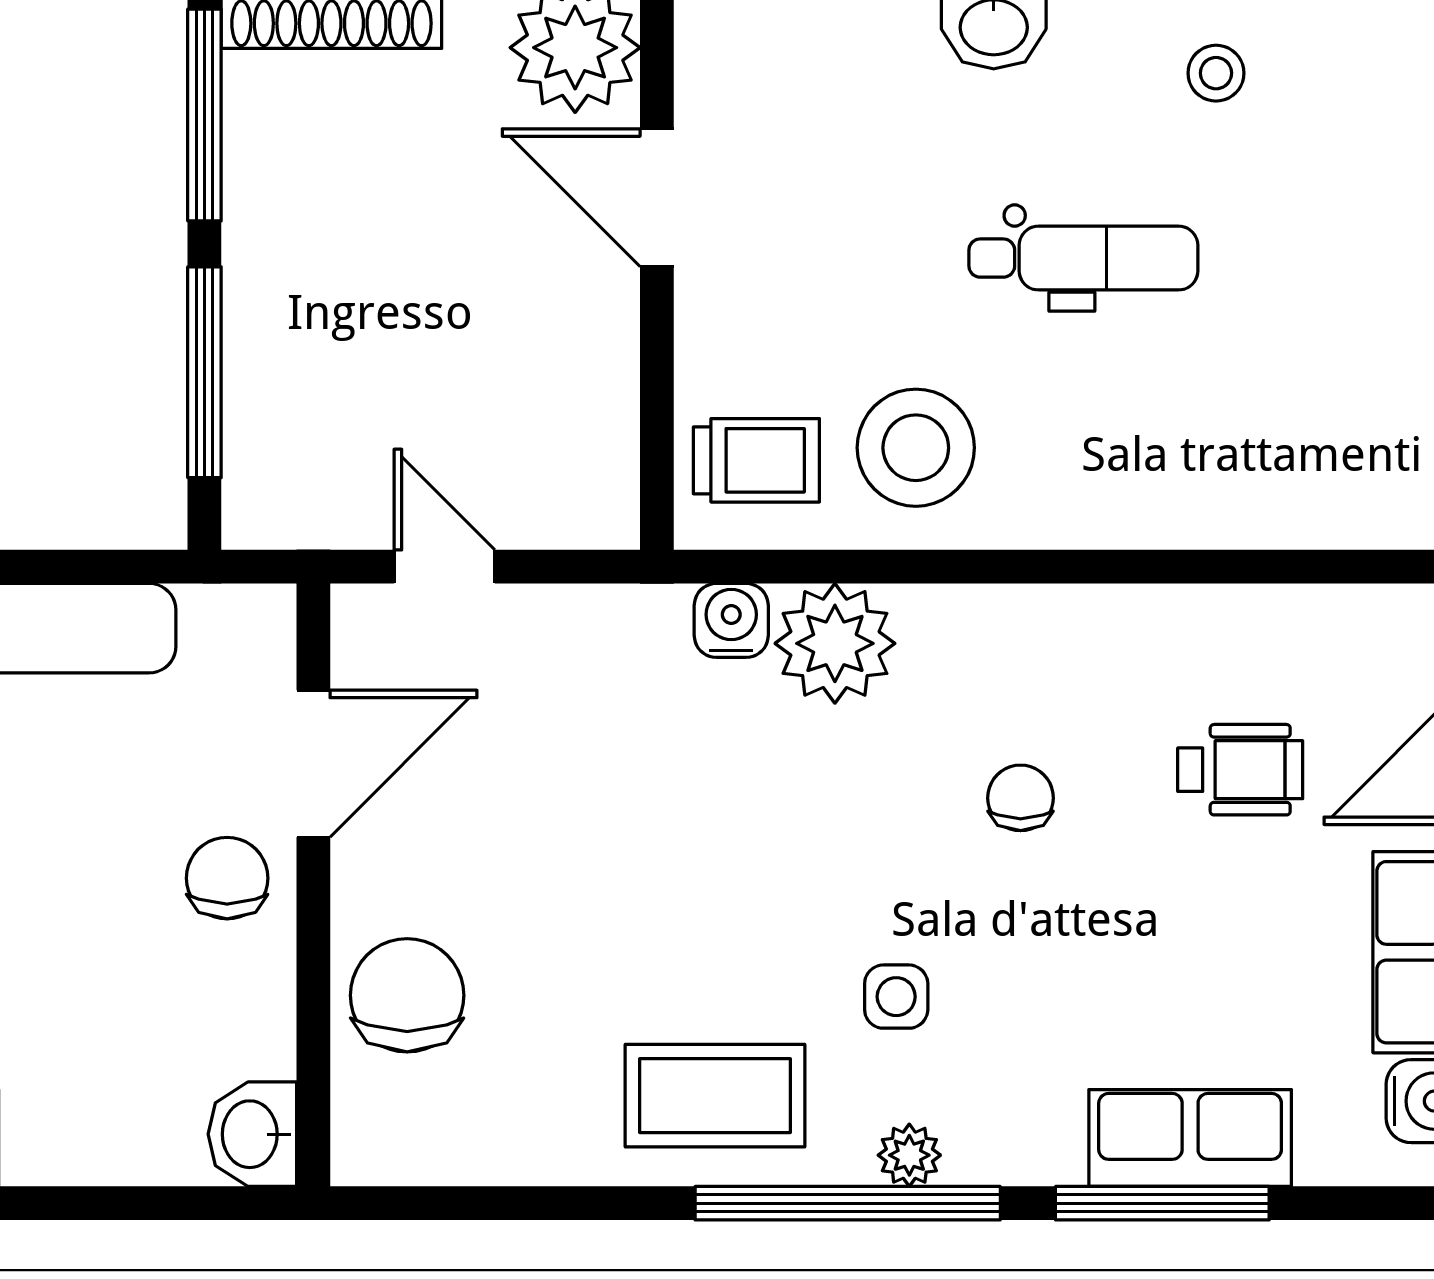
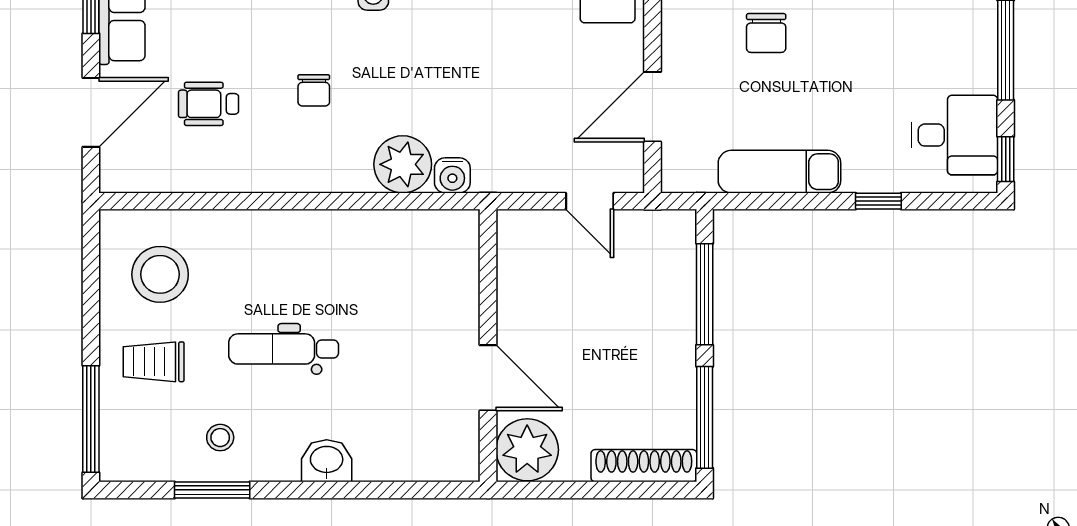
stool: (916, 448) -> (160, 274), moved
trolley: (756, 460) -> (154, 362), moved
chair: (227, 878) -> (766, 33), moved

